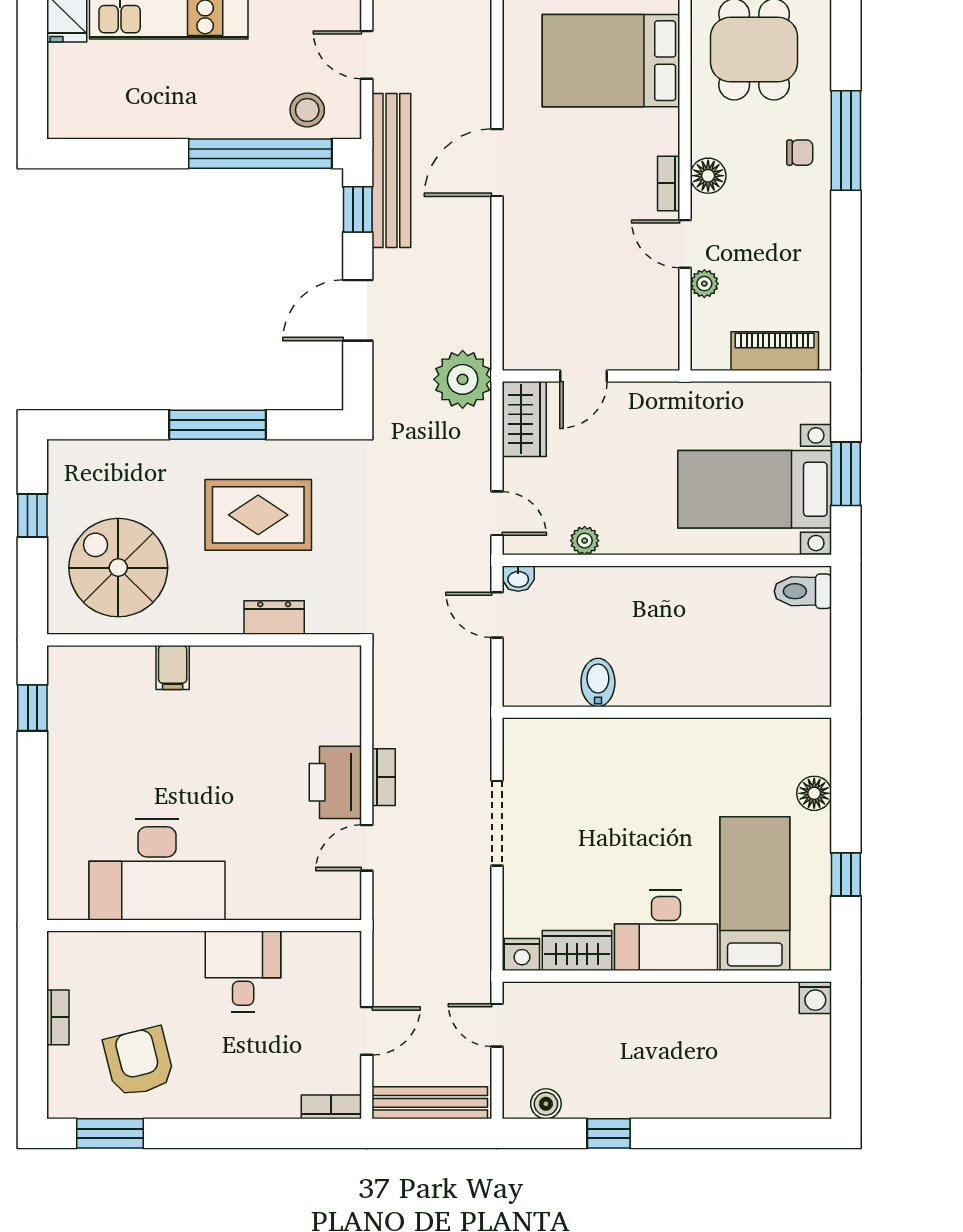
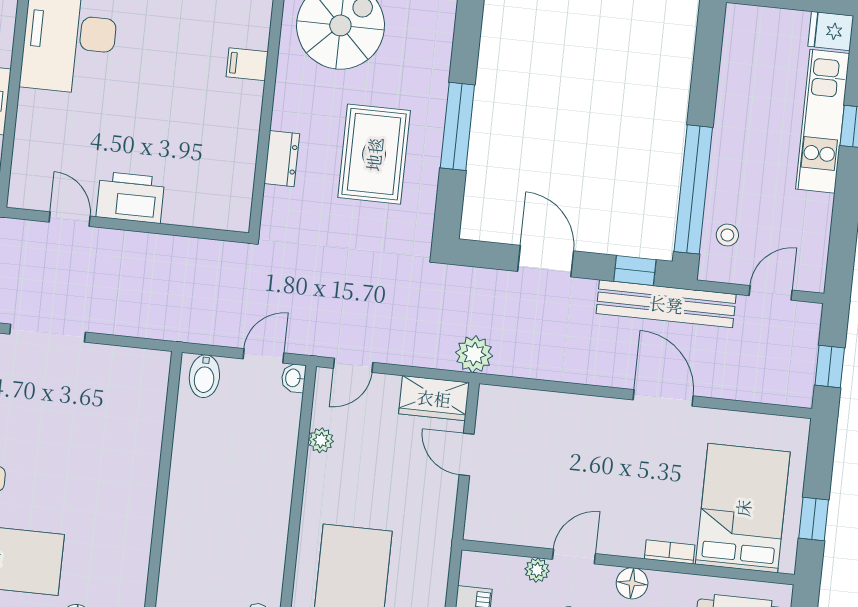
stool: (307, 110) -> (727, 235), width x0.73, depth x0.73
bookcase: (669, 183) -> (670, 552), moved
plant: (463, 379) -> (474, 354), width x0.73, depth x0.73
bidet: (598, 682) -> (204, 376), moved, turned 90
bookcase: (384, 777) -> (131, 241), removed
doorway: (497, 823) -> (47, 333), moved

